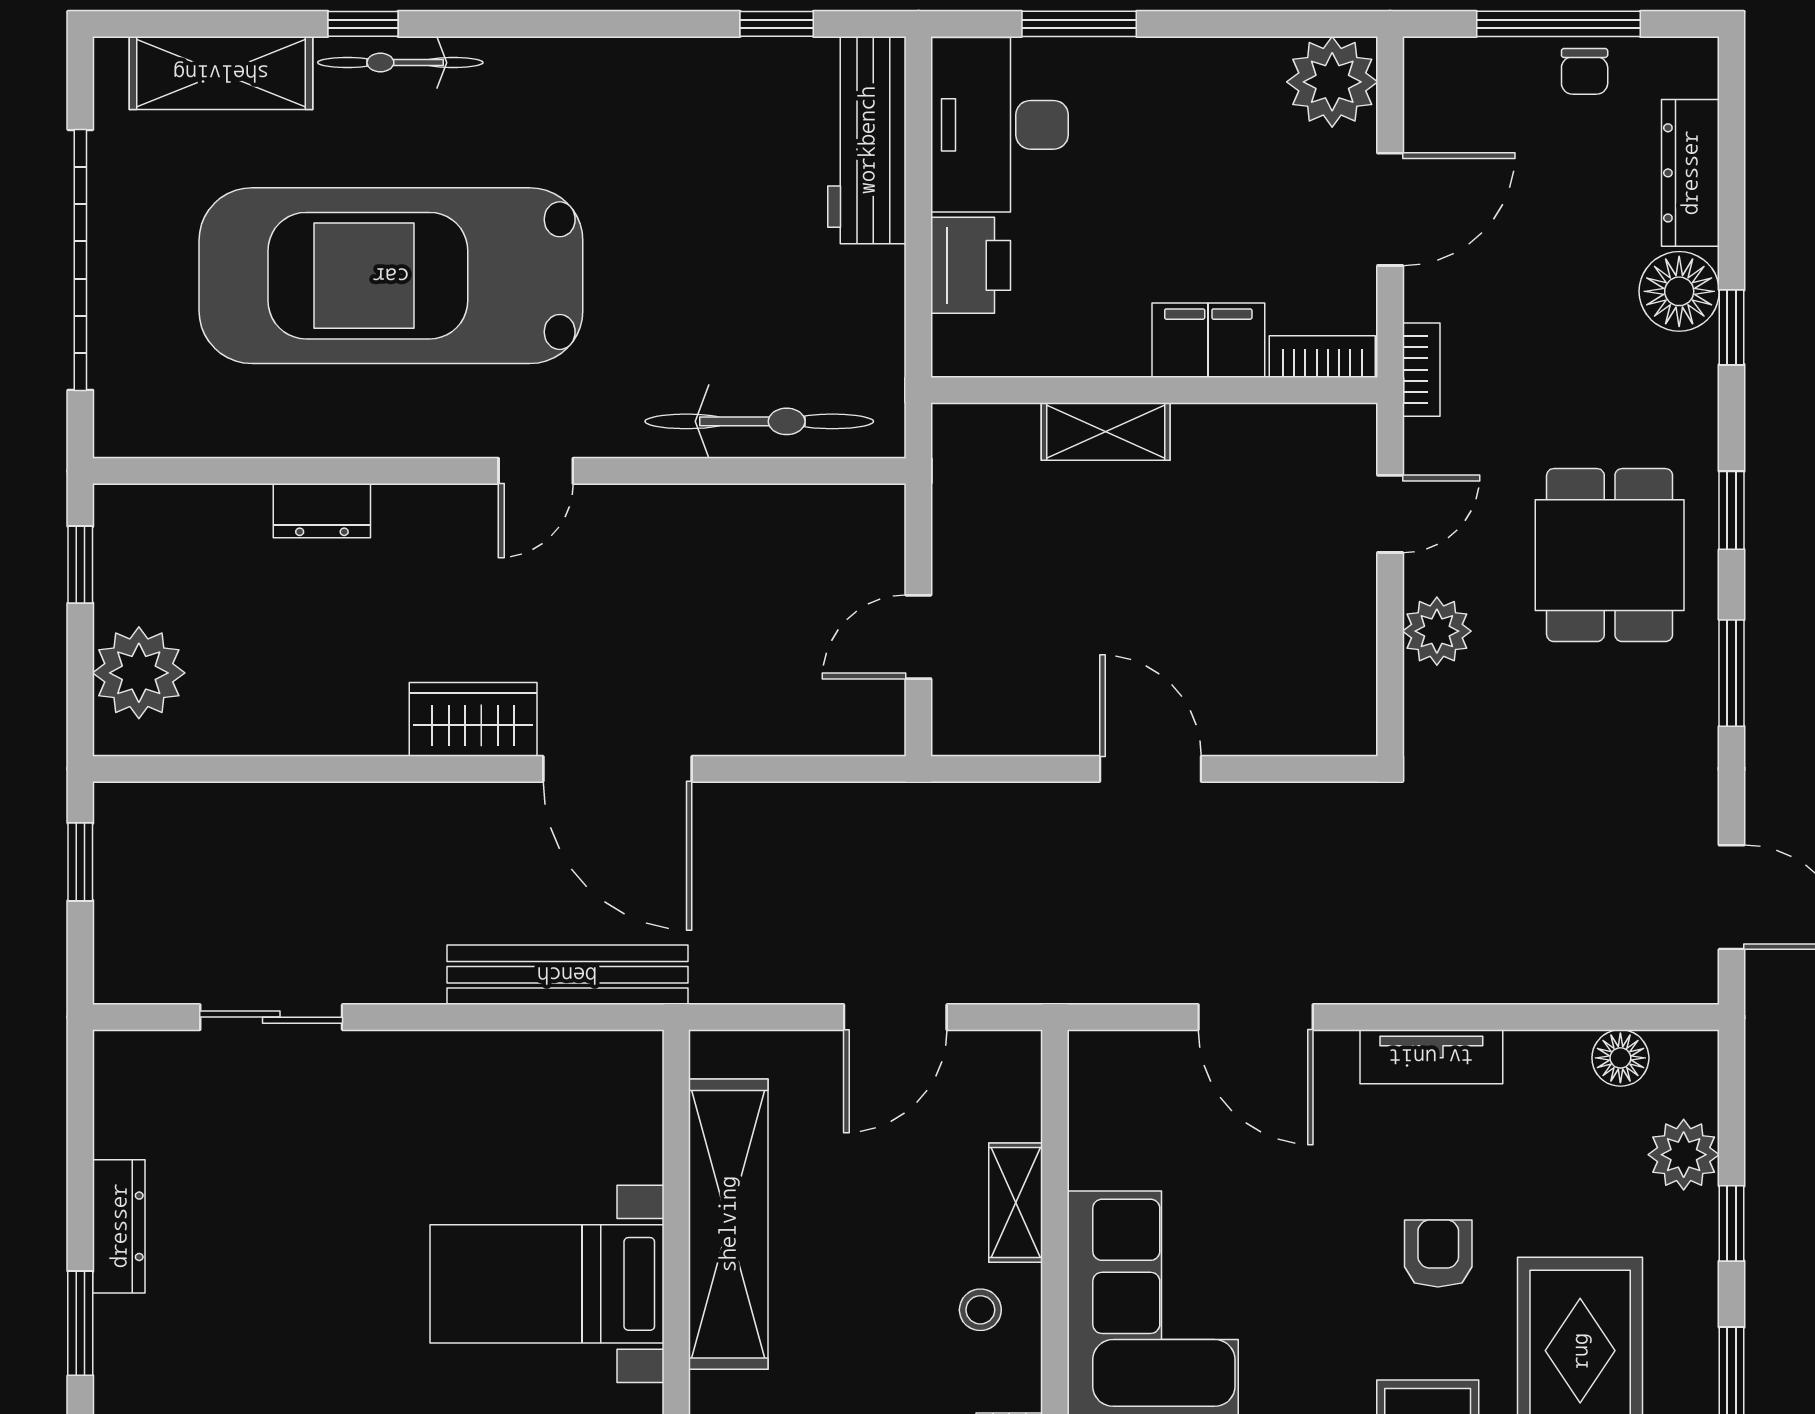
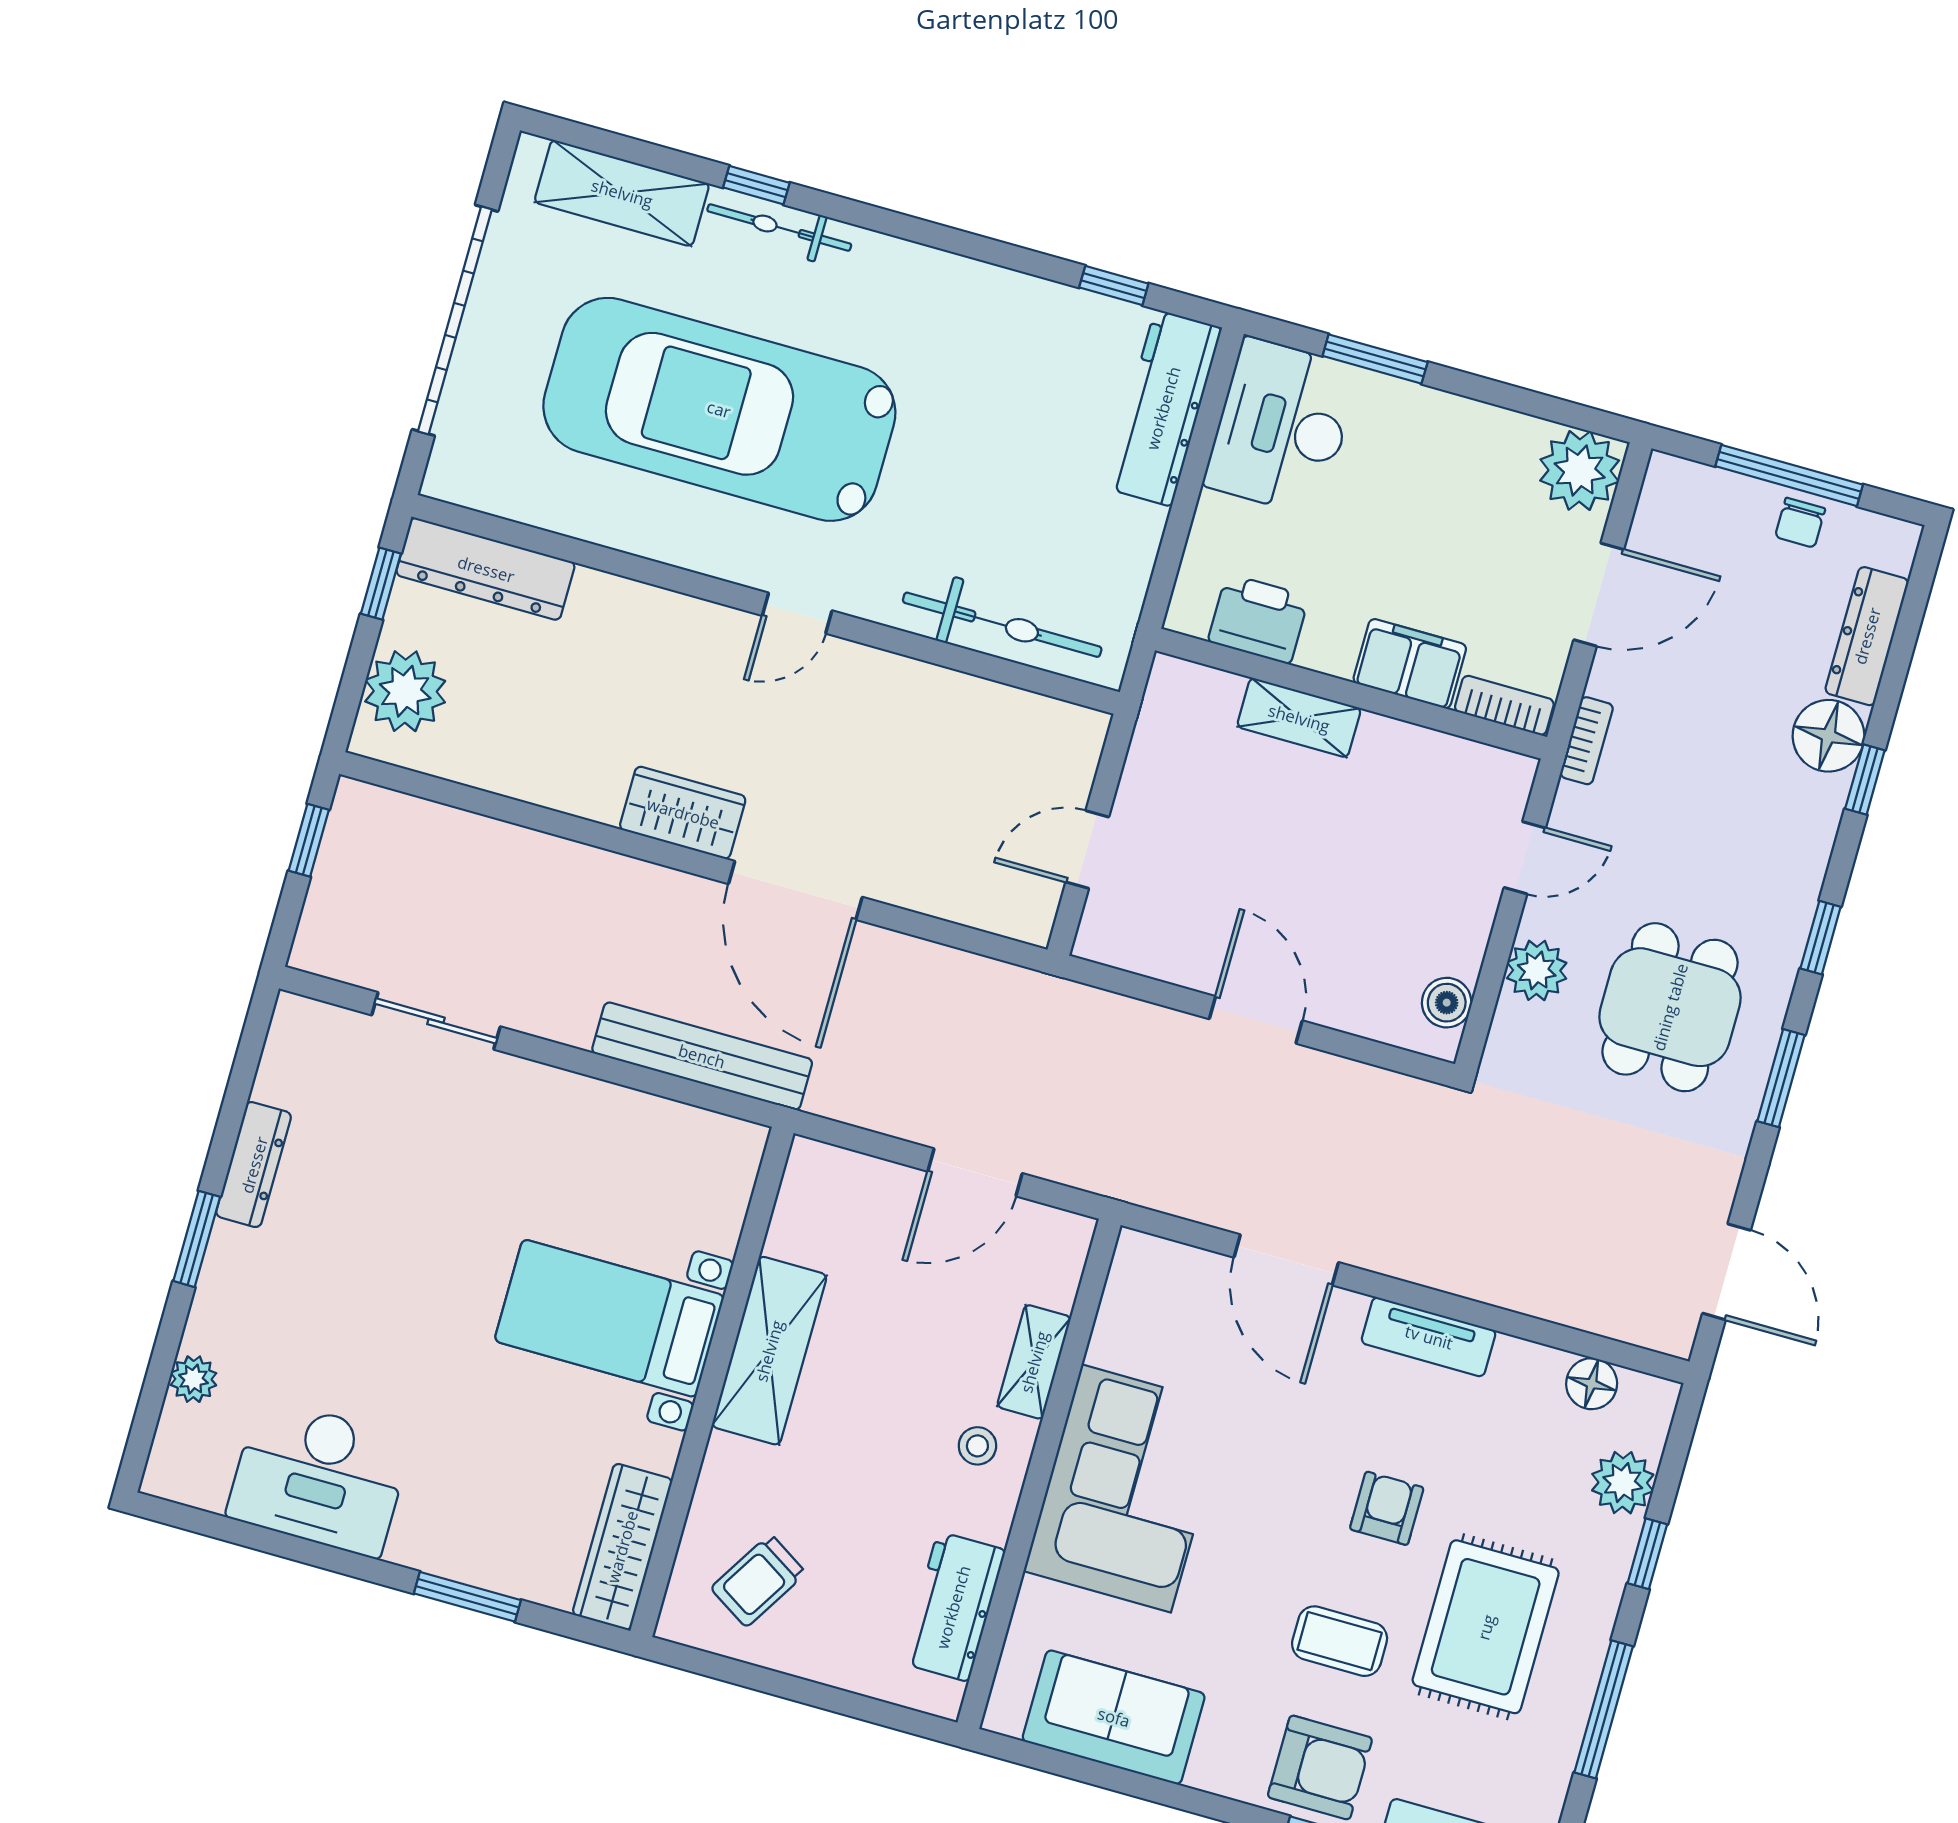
printer: (971, 265) -> (1258, 619), moved, turned -90
dresser: (322, 511) -> (486, 569), moved, width x1.96, depth x1.24
dining table: (1610, 555) -> (1670, 1007), moved
boiler: (1350, 693) -> (1447, 1003), added
shelving: (728, 1224) -> (769, 1351), width x0.68

